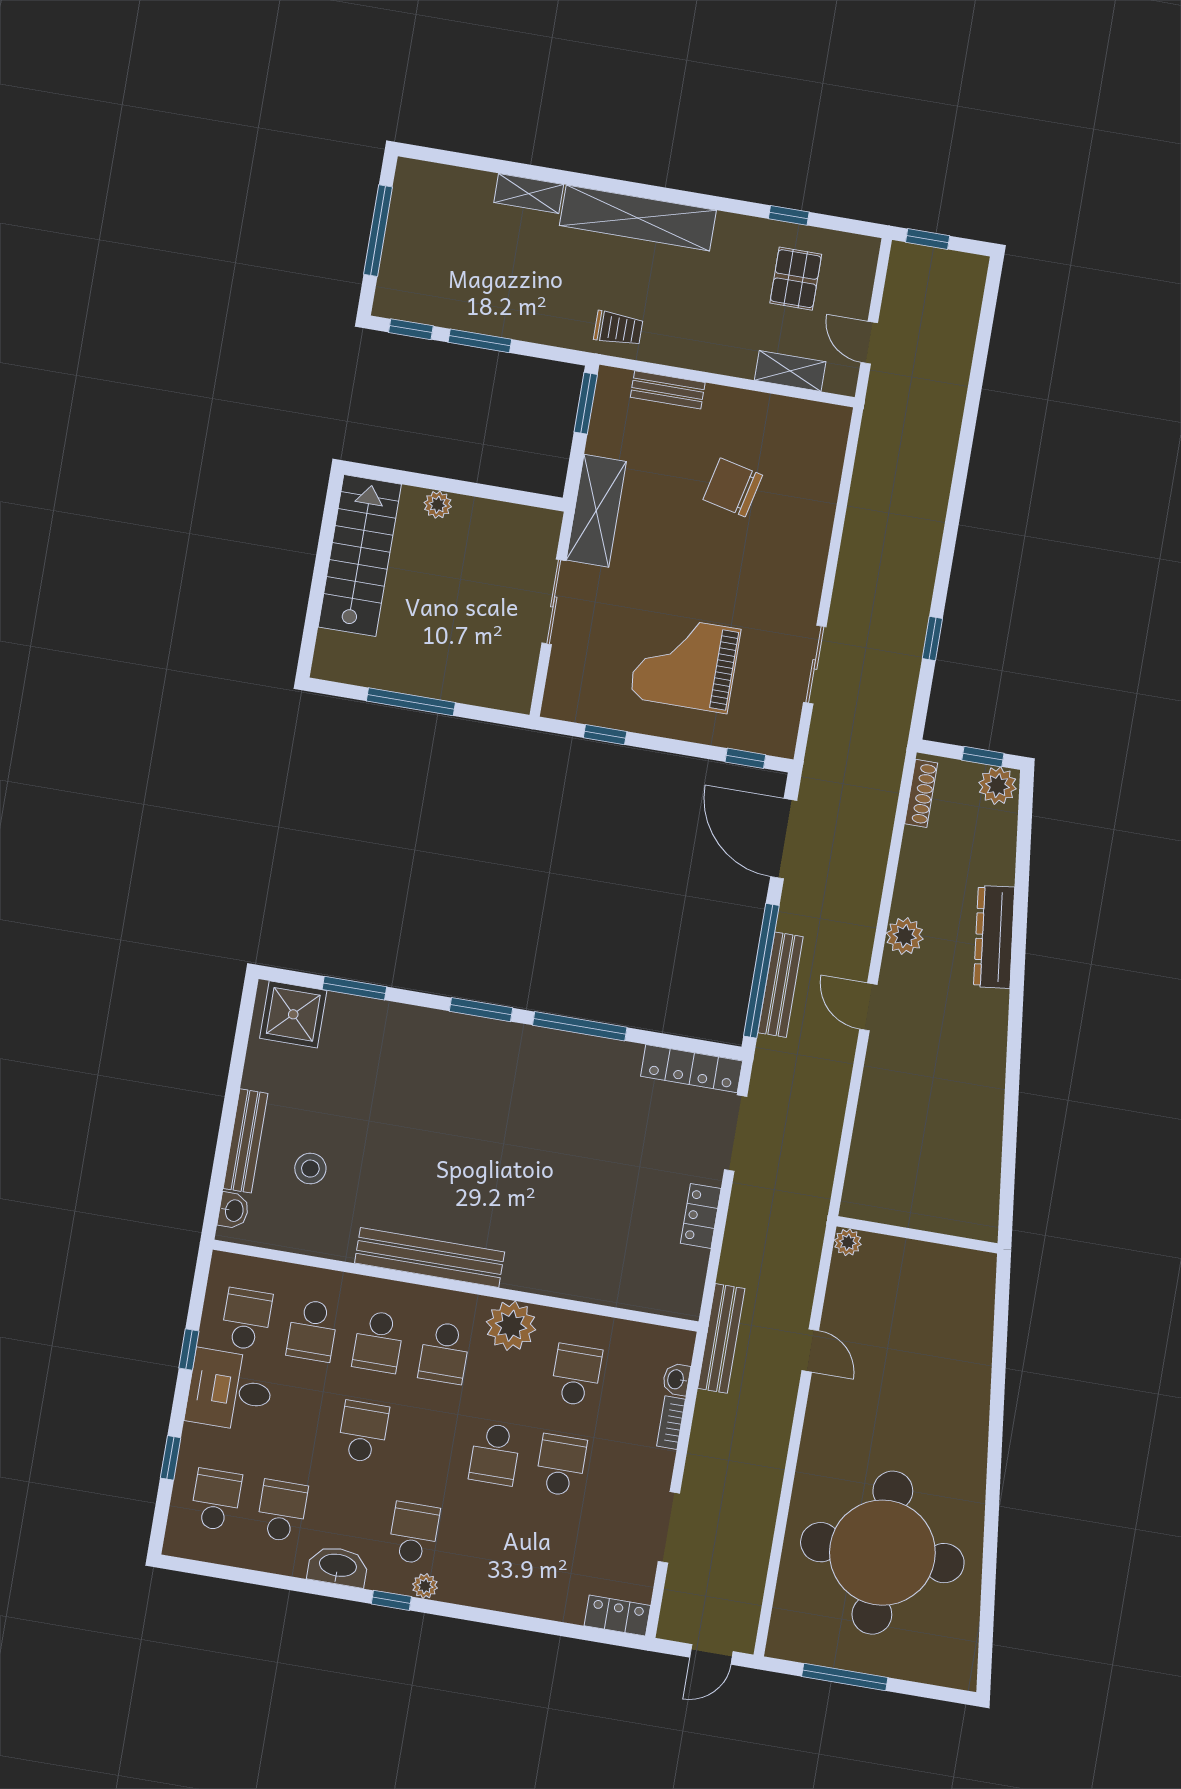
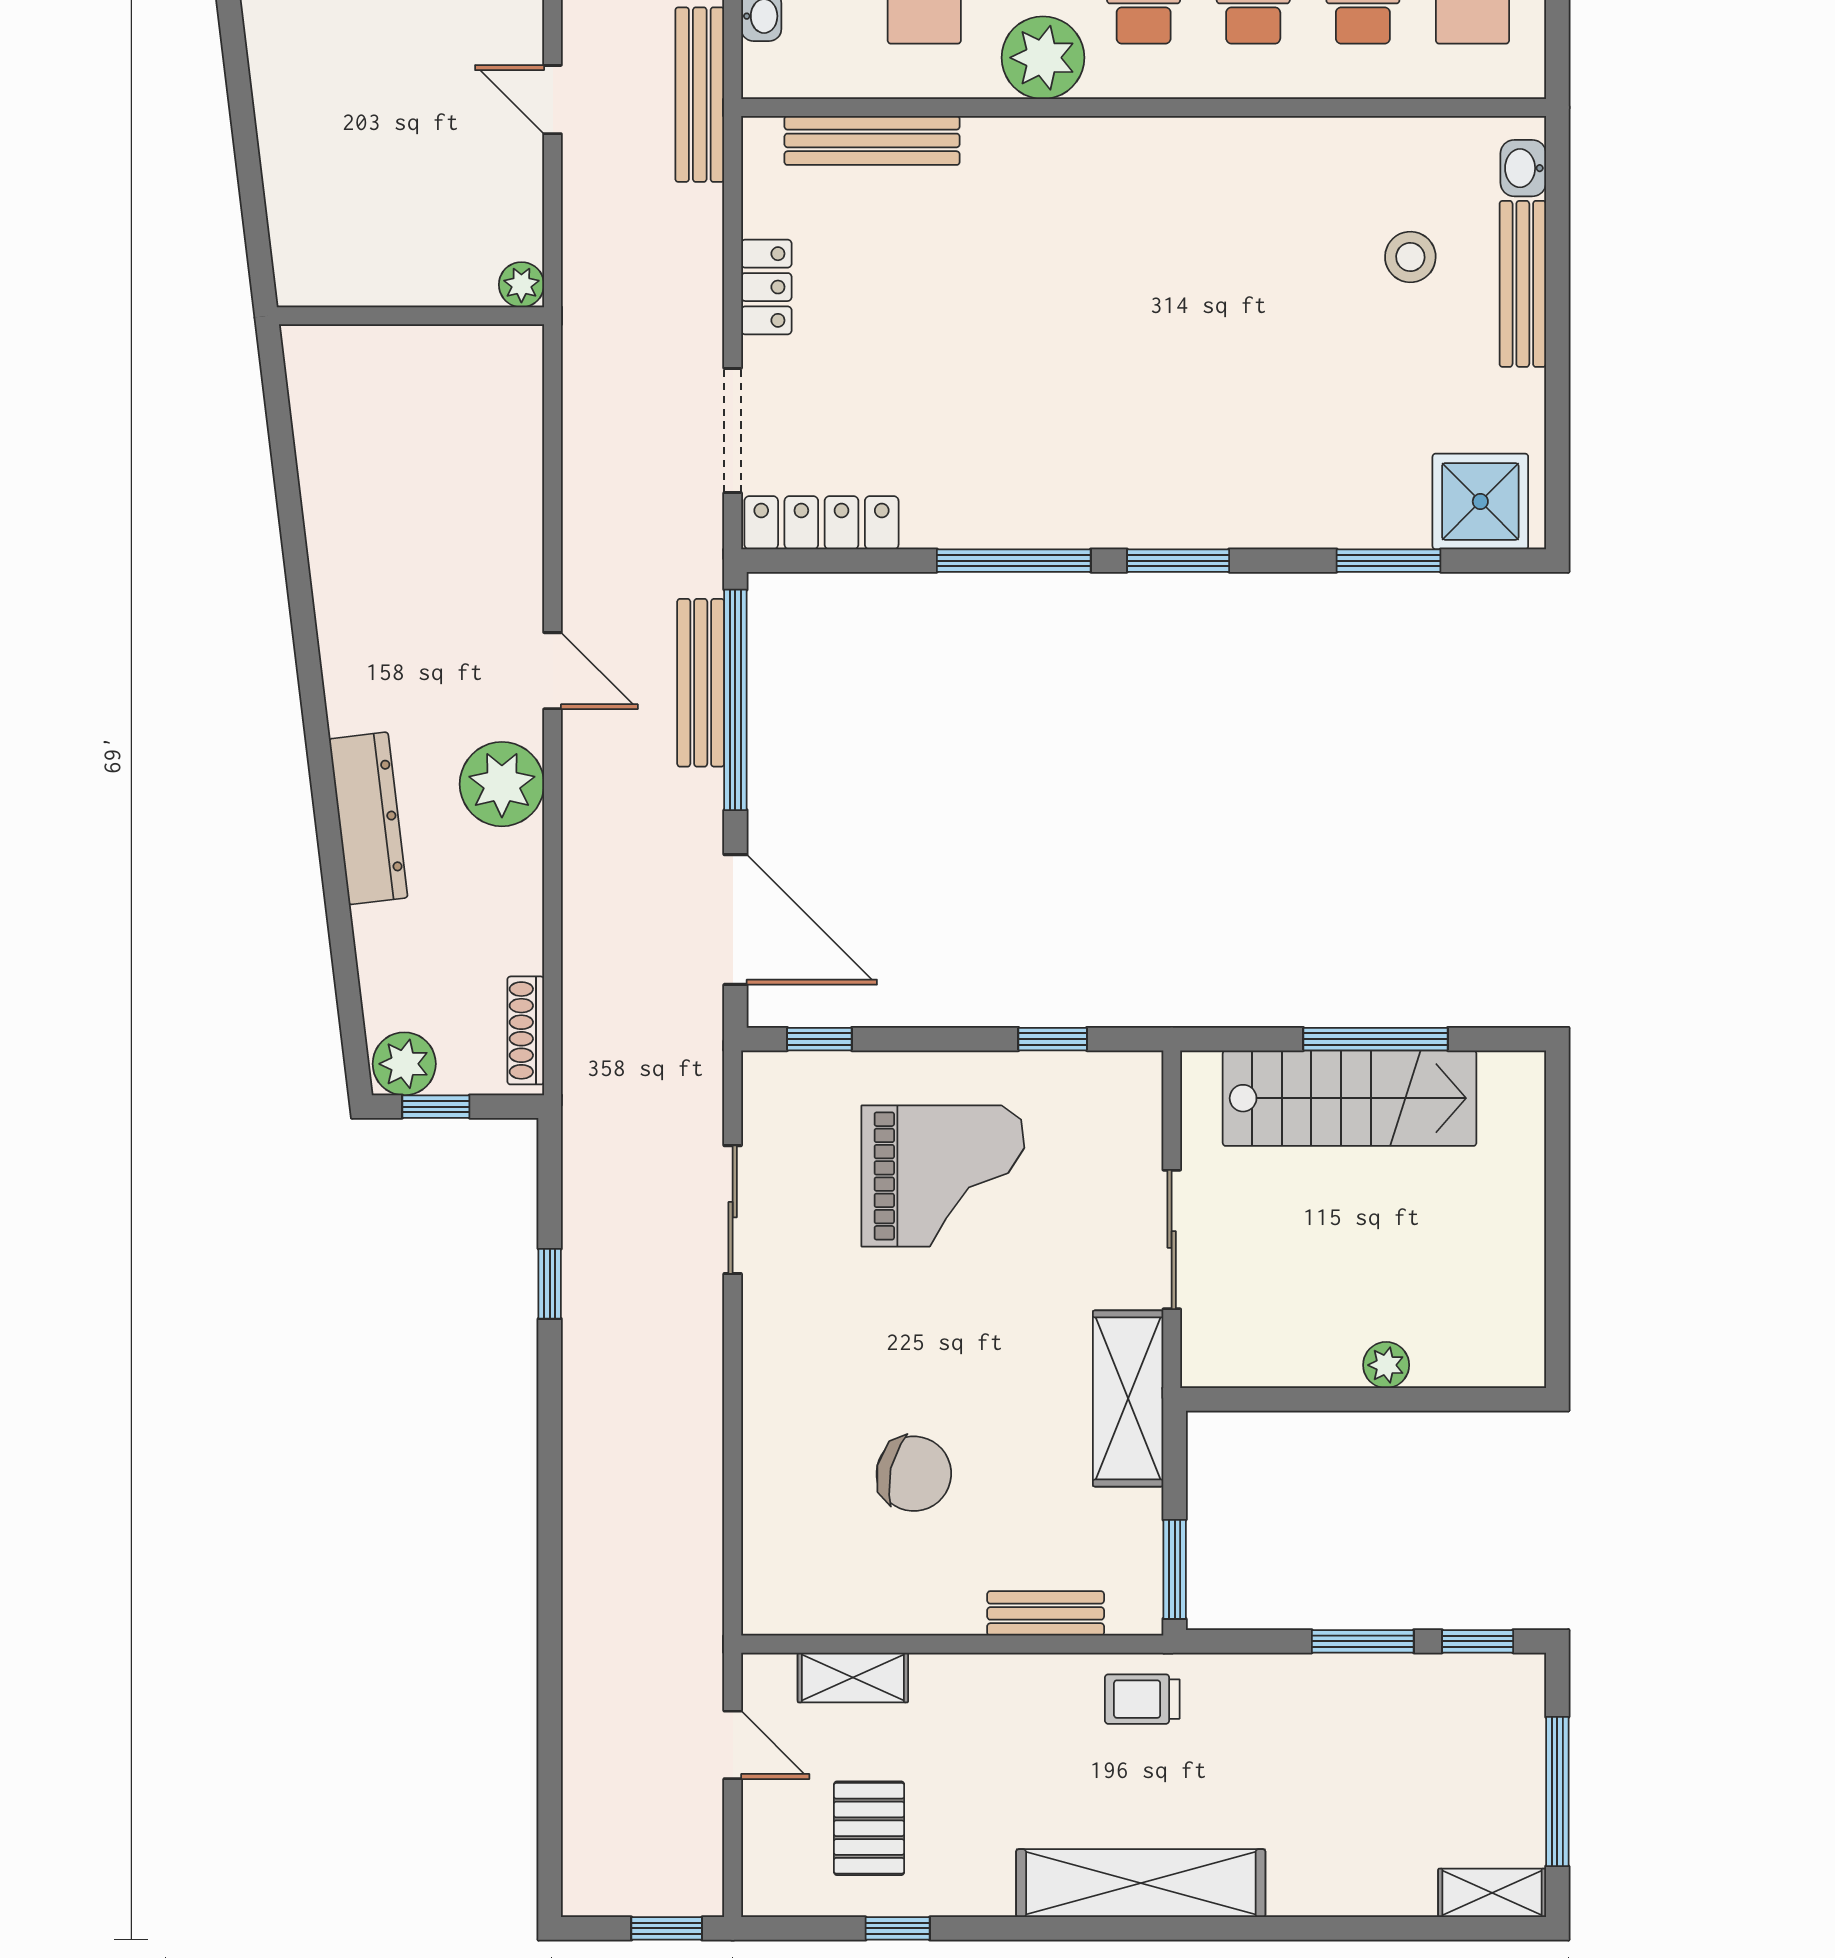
shelving: (529, 193) -> (1492, 1893), moved
stairs: (360, 556) -> (1350, 1098), moved, turned -90
plant: (905, 936) -> (502, 784), width x1.36, depth x1.36
bench: (430, 1258) -> (872, 140), moved, width x0.73, depth x0.82

